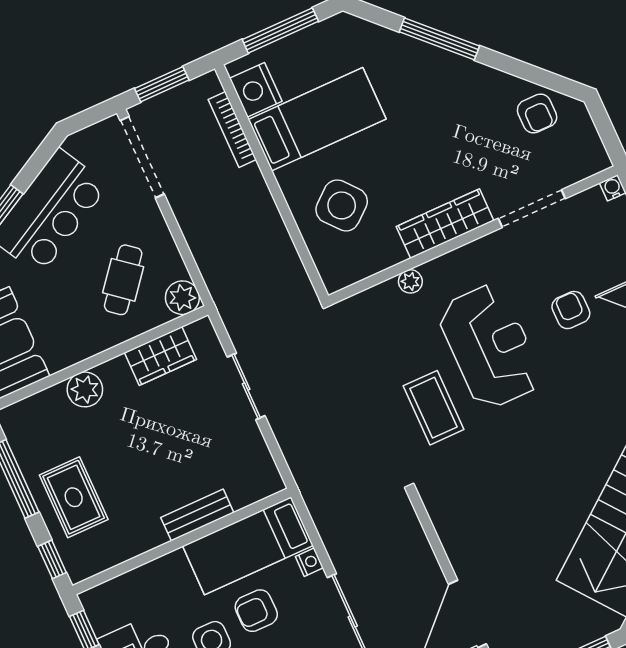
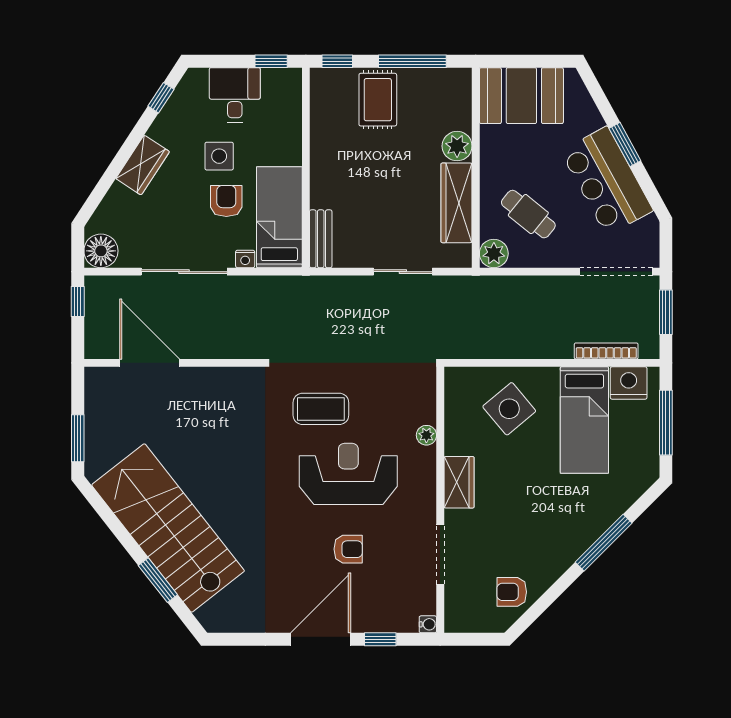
wardrobe: (445, 224) -> (459, 482), width x0.67
reception desk: (490, 346) -> (348, 474), turned 180
wardrobe: (160, 356) -> (456, 203), width x1.50
rug: (74, 497) -> (378, 100), turned 90
bench: (197, 515) -> (321, 239), moved

